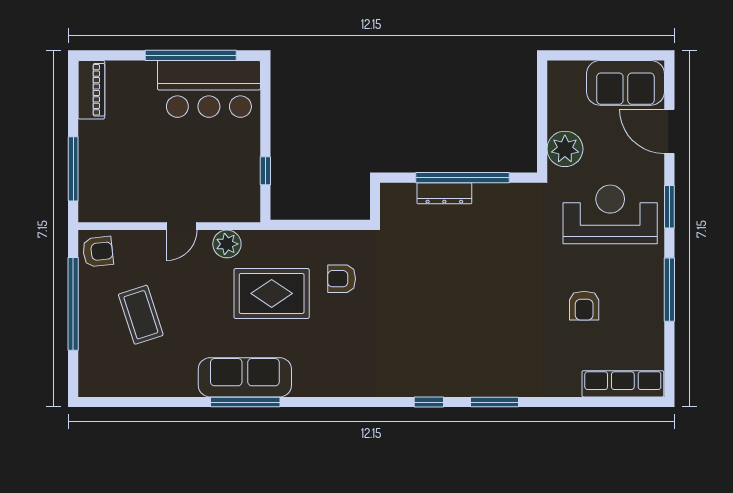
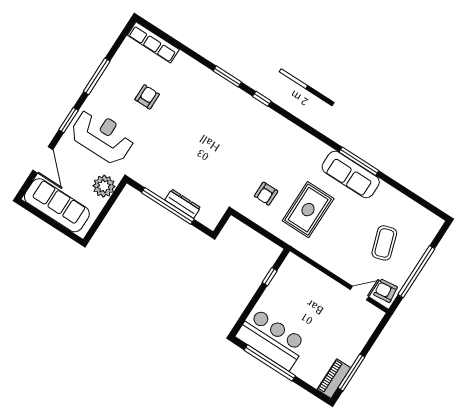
sofa: (625, 83) -> (57, 205), width x1.36
window: (73, 169) -> (351, 372), moved
reception desk: (610, 214) -> (102, 136), turned 180
door: (182, 226) -> (359, 293), moved
plant: (227, 244) -> (315, 251), removed
armchair: (342, 279) -> (266, 194), turned 90
rug: (272, 293) -> (308, 210), turned 90

